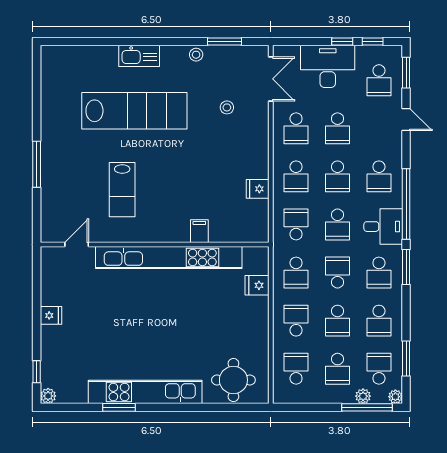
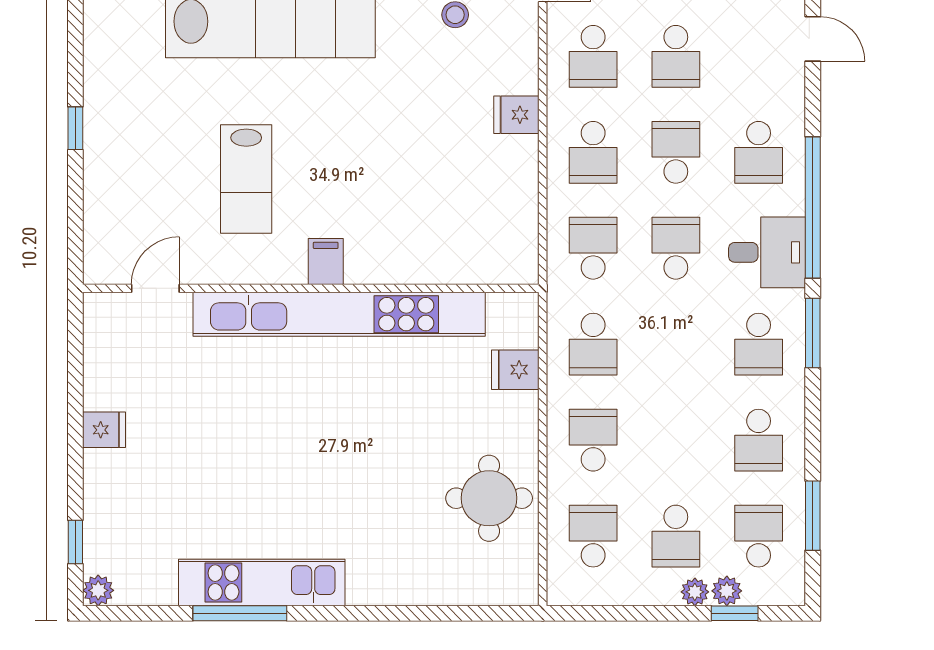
window: (37, 164) -> (75, 128), width x0.46
school desk: (337, 176) -> (676, 152), turned 180
fridge: (258, 189) -> (516, 115), moved
school desk: (337, 224) -> (676, 248), turned 180
filing cabinet: (199, 231) -> (326, 262), moved
school desk: (337, 273) -> (676, 344), removed
school desk: (337, 321) -> (676, 440), removed
round table: (233, 380) -> (489, 498), moved
kitchen unit: (145, 392) -> (262, 583), width x0.73
plant: (395, 397) -> (695, 592), moved
window: (119, 407) -> (240, 613), width x1.44
window: (367, 407) -> (735, 613), width x0.46

